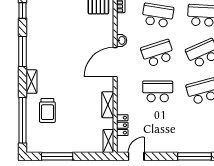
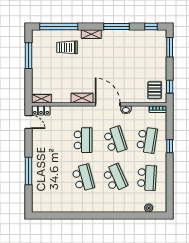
shelving: (108, 105) -> (82, 98), moved
locker: (122, 125) -> (41, 110), moved

